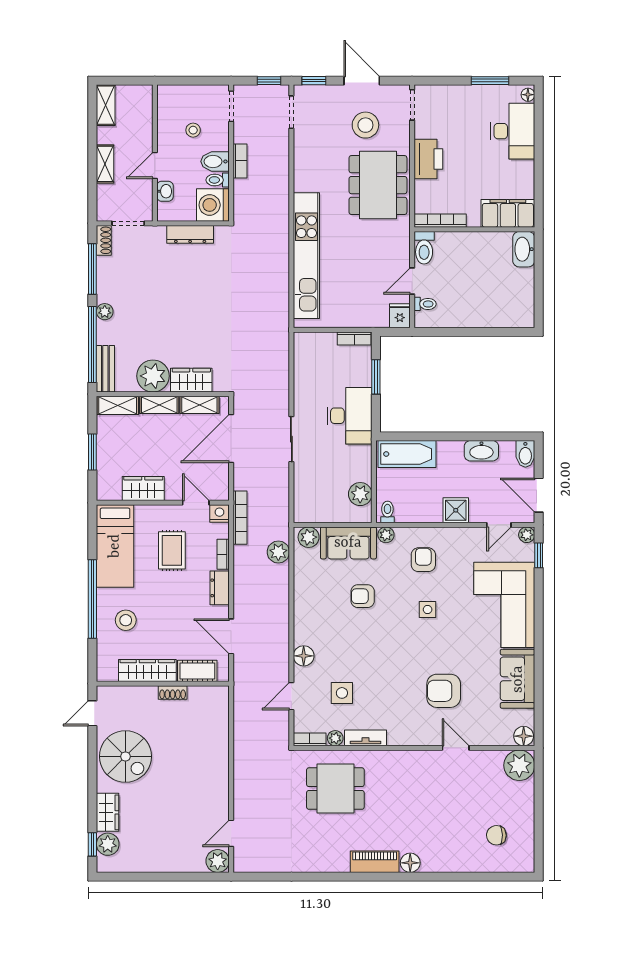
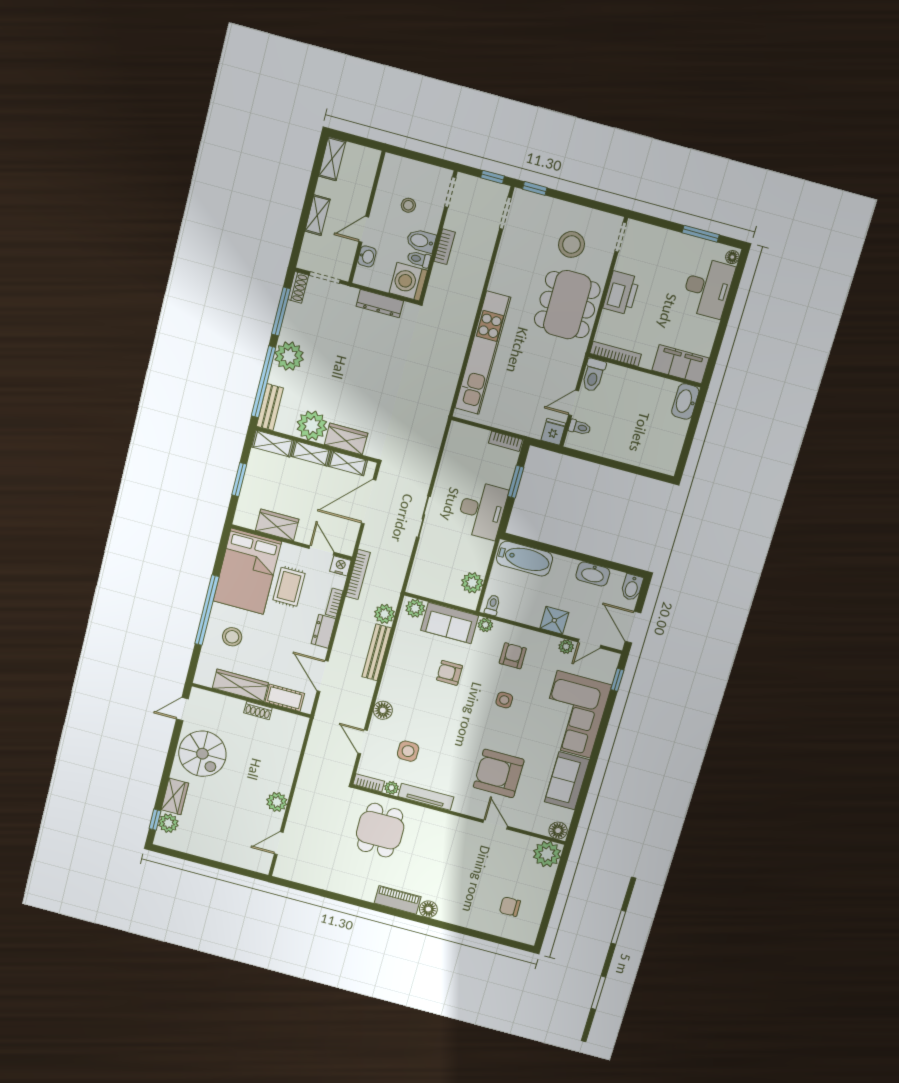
door: (362, 81) -> (580, 201), removed
plant: (105, 312) -> (289, 356), width x1.88, depth x1.88
plant: (527, 535) -> (566, 647), moved
bed: (115, 546) -> (247, 571), width x1.50
bench: (281, 595) -> (377, 652), added
armchair: (444, 691) -> (499, 773), width x1.36, depth x1.36
door: (291, 696) -> (363, 742), hinge flipped
tv unit: (365, 738) -> (426, 797), width x1.41
dining table: (335, 789) -> (380, 830), turned 90
plant: (218, 861) -> (277, 802), moved

